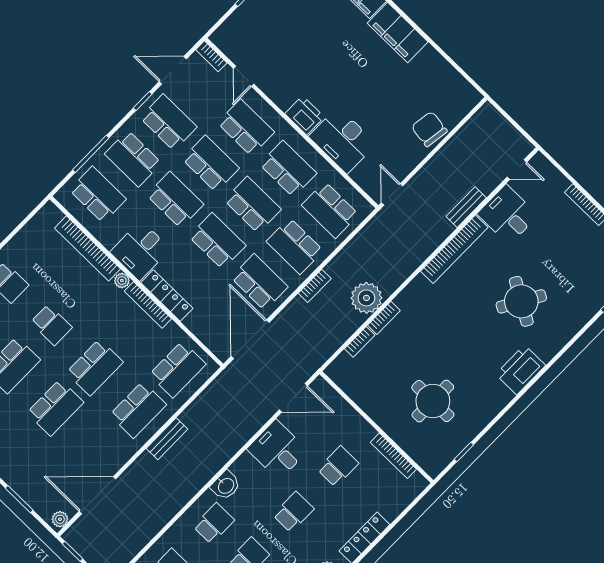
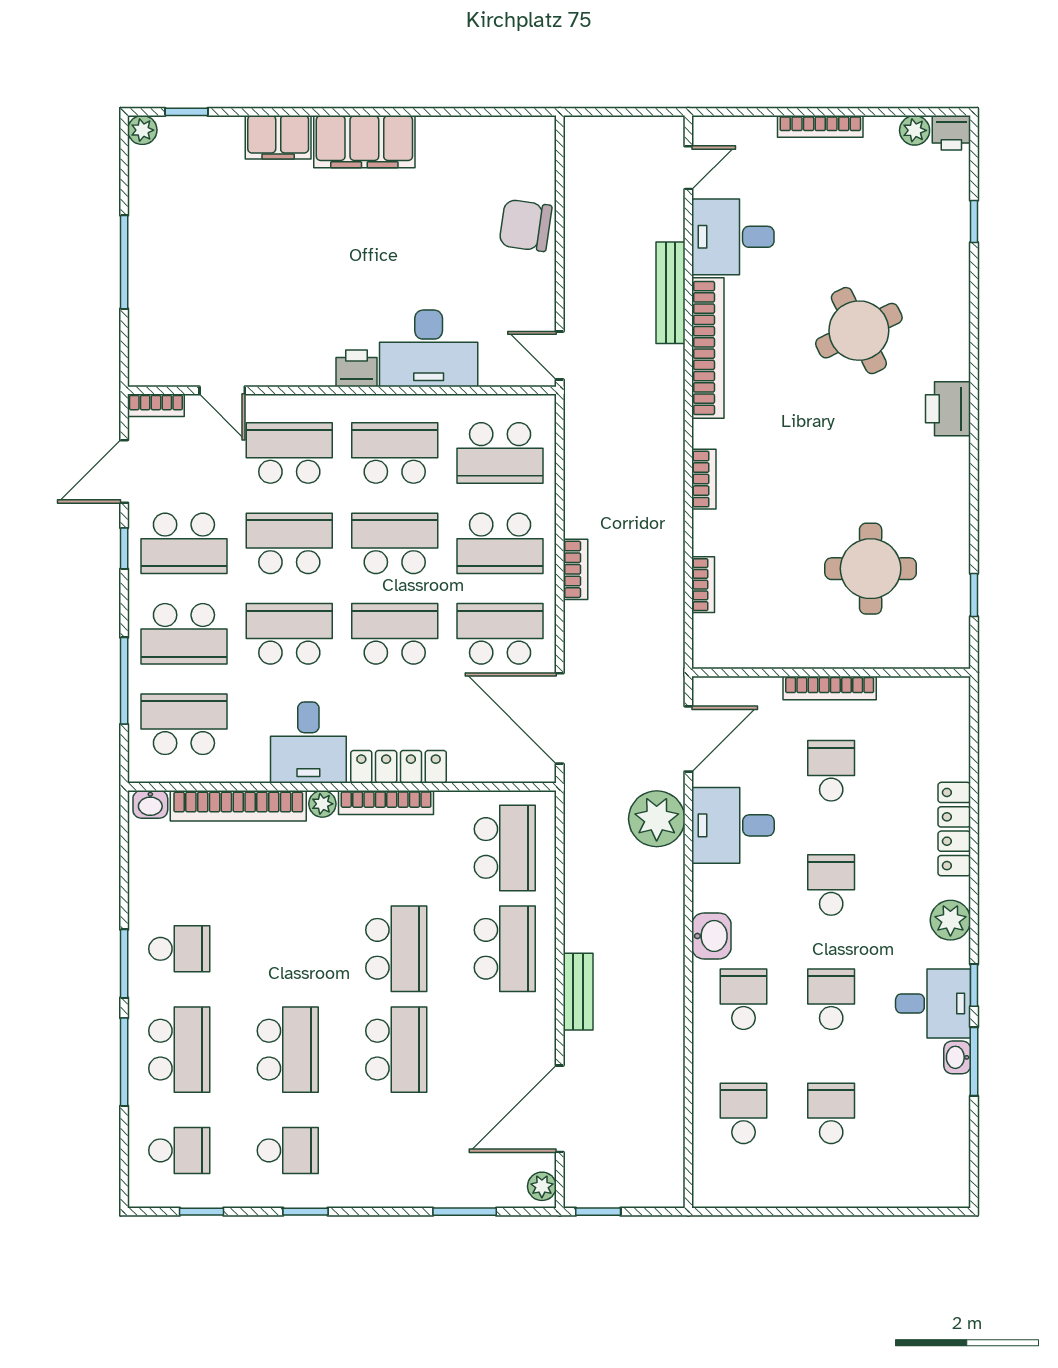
printer: (305, 115) -> (357, 368), width x0.73, depth x0.81
school desk: (168, 122) -> (184, 543), turned 180
bench: (466, 207) -> (671, 293), width x1.36
washbasin: (53, 213) -> (150, 804), added
plant: (366, 298) -> (657, 819), moved
round table: (521, 301) -> (859, 331), turned 34
bookcase: (384, 318) -> (704, 479), moved
school desk: (51, 325) -> (288, 949), removed
printer: (521, 370) -> (948, 409), width x0.73, depth x0.84
bench: (167, 439) -> (578, 992), moved
bookcase: (393, 456) -> (830, 688), moved

